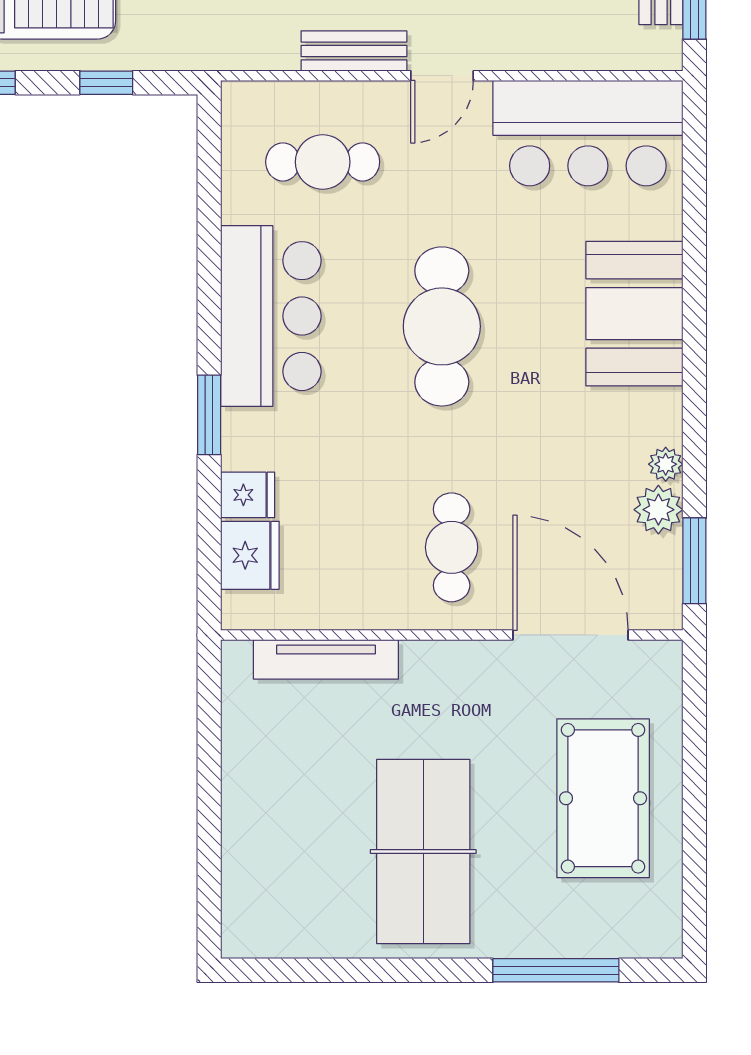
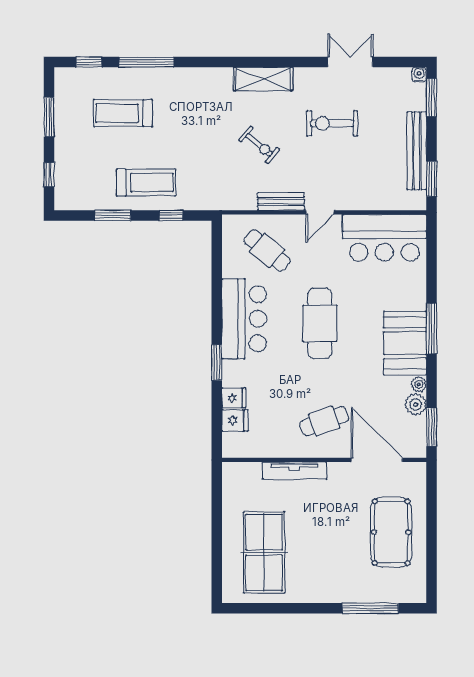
cafe table: (323, 162) -> (267, 251), turned 40
booth: (634, 314) -> (405, 343), moved
window: (694, 338) -> (432, 328), added
cafe table: (452, 547) -> (324, 421), turned 70
fridge: (250, 555) -> (235, 420), width x0.72
tv unit: (326, 659) -> (294, 471), moved
table tennis table: (423, 851) -> (264, 552), moved

